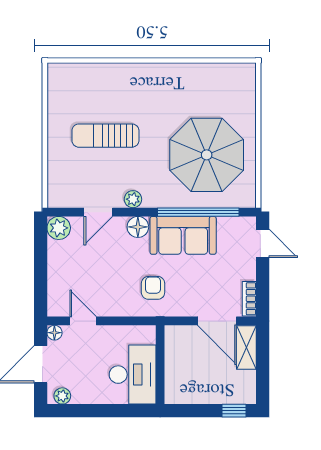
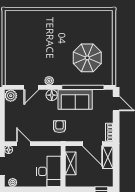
sun lounger: (105, 136) -> (35, 48), removed
parasol: (207, 155) -> (87, 58), width x0.73, depth x0.73
shelving: (174, 359) -> (71, 163), added

